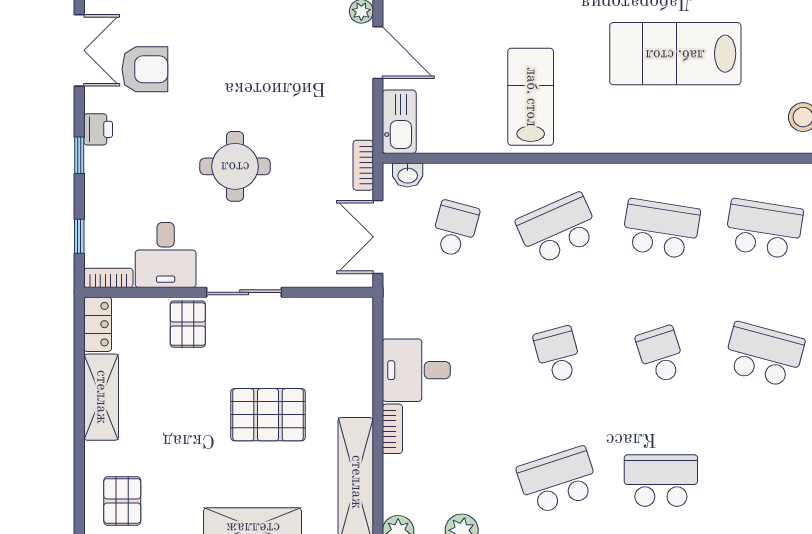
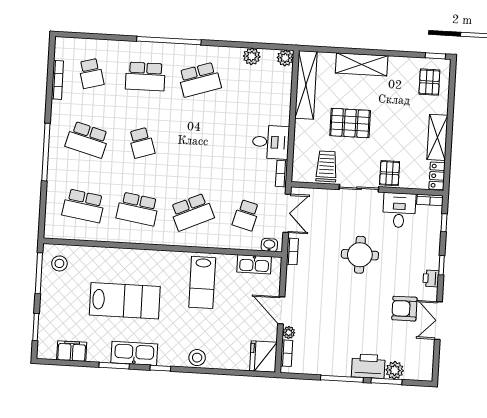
kitchen sink: (399, 122) -> (254, 264), moved, turned -90
trolley: (308, 330) -> (327, 166), added
school desk: (558, 355) -> (91, 73), moved
bookcase: (392, 429) -> (281, 174), moved

